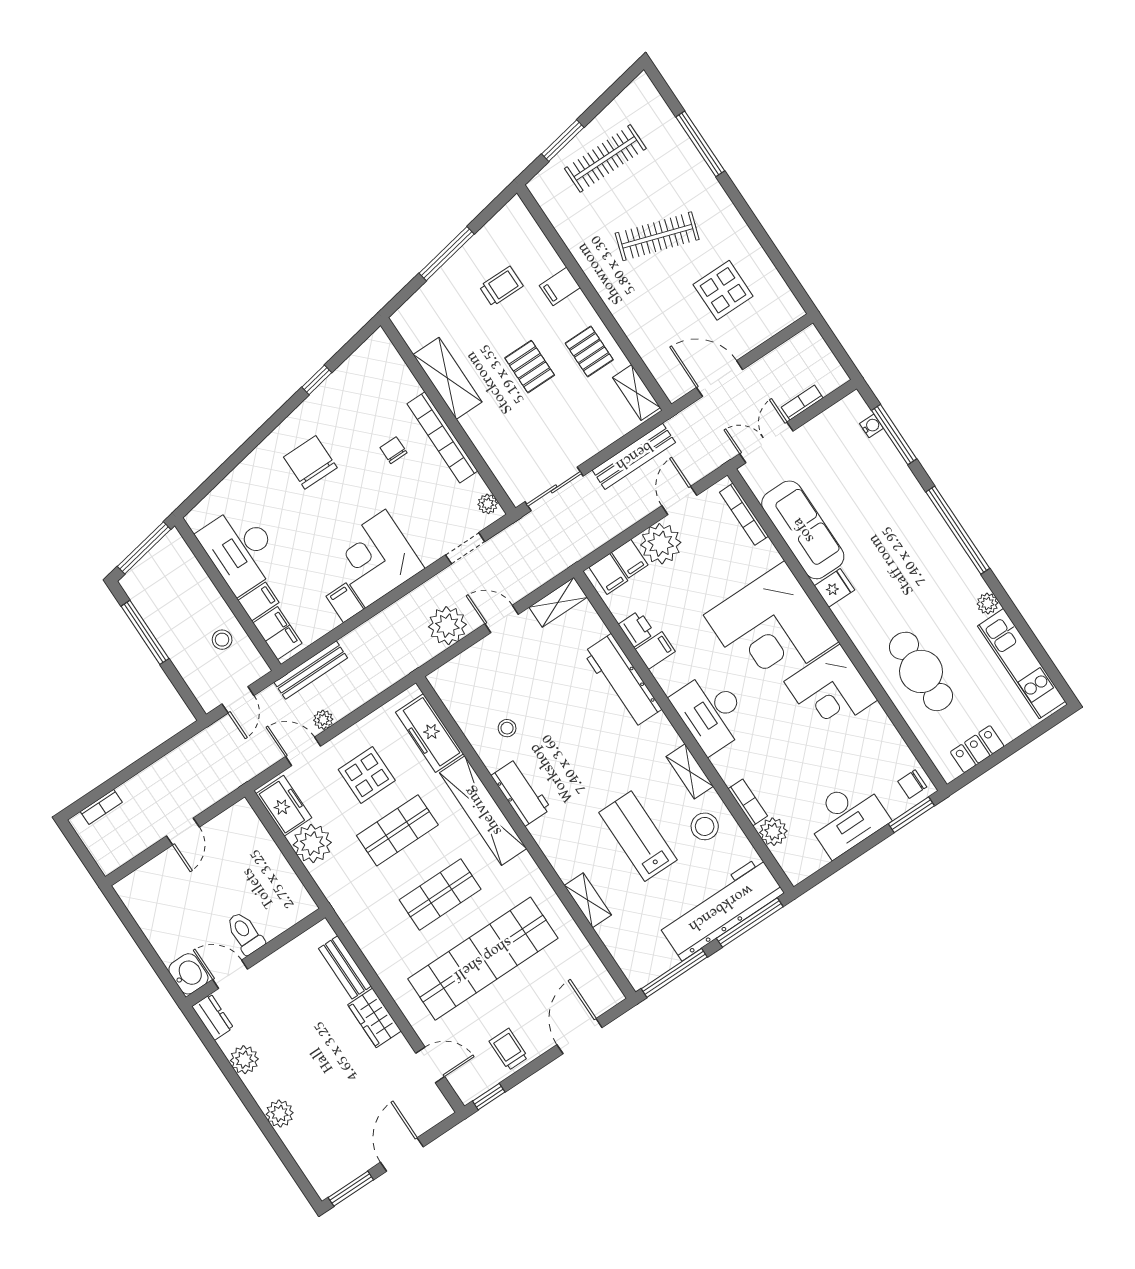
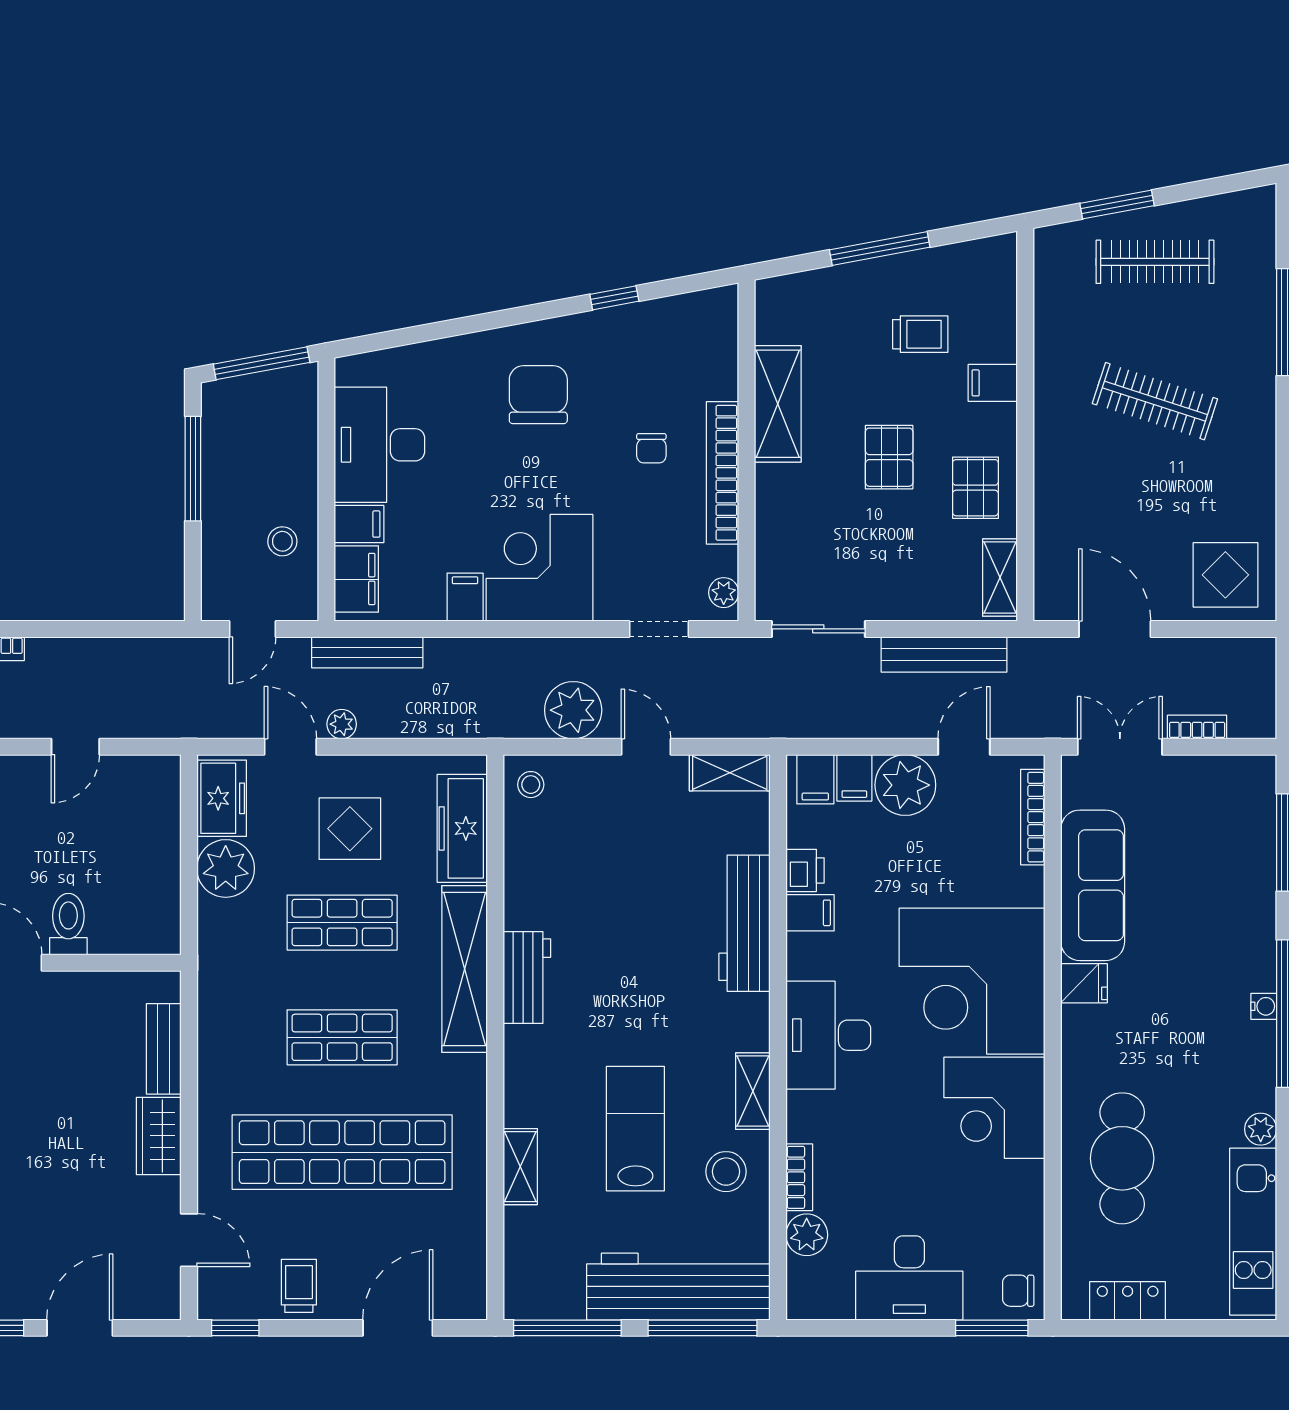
display table: (723, 290) -> (1225, 575), moved
water cooler: (871, 426) -> (1264, 1006), moved
chair: (393, 450) -> (651, 448), turned 180
stool: (507, 728) -> (531, 785), moved

